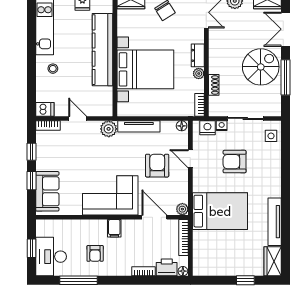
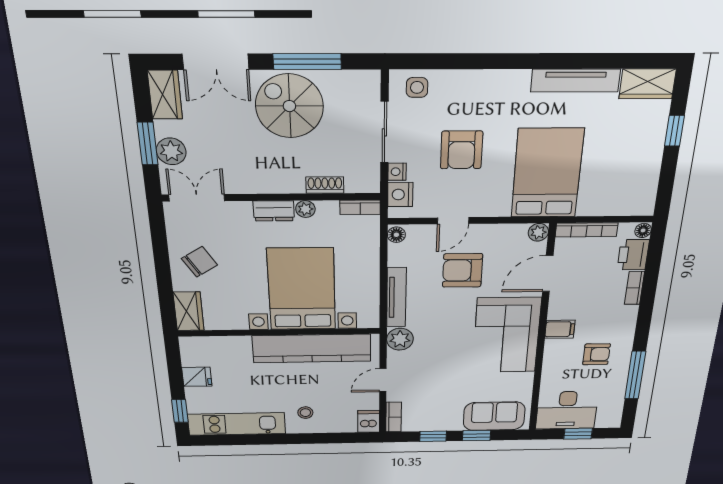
kitchen counter: (103, 50) -> (312, 348), moved
desk: (51, 257) -> (567, 410), moved

